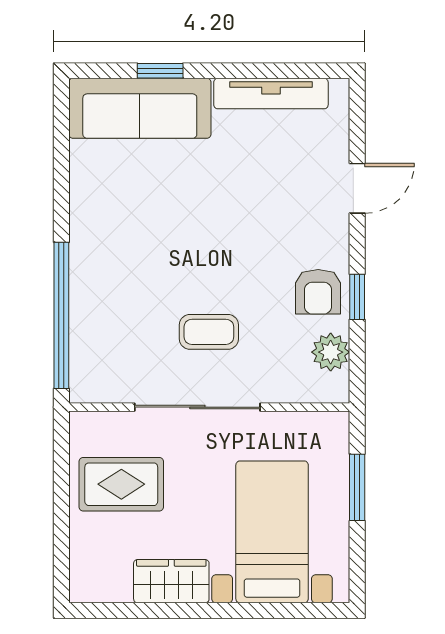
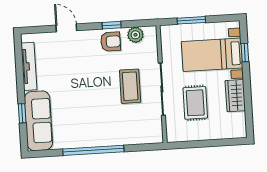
window: (61, 315) -> (93, 150), moved
coffee table: (209, 332) -> (130, 86), width x1.36, depth x1.30
rug: (121, 484) -> (195, 103), moved
window: (272, 610) -> (245, 53), added

